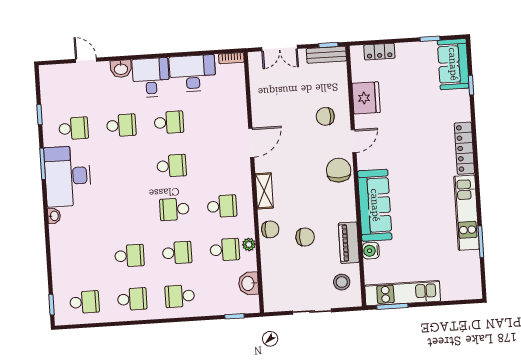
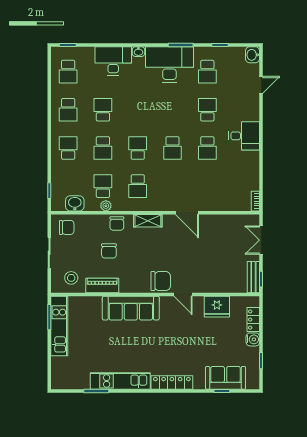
sofa: (453, 64) -> (226, 378), moved
washbasin: (121, 69) -> (253, 55), moved
desk: (193, 73) -> (113, 61), moved, turned -90
chair: (325, 116) -> (67, 227), moved, turned 90
school desk: (121, 125) -> (207, 110), turned 180
school desk: (225, 250) -> (103, 186), turned 180
water cooler: (371, 251) -> (253, 339), moved, turned 90
school desk: (129, 256) -> (103, 110), turned 180

